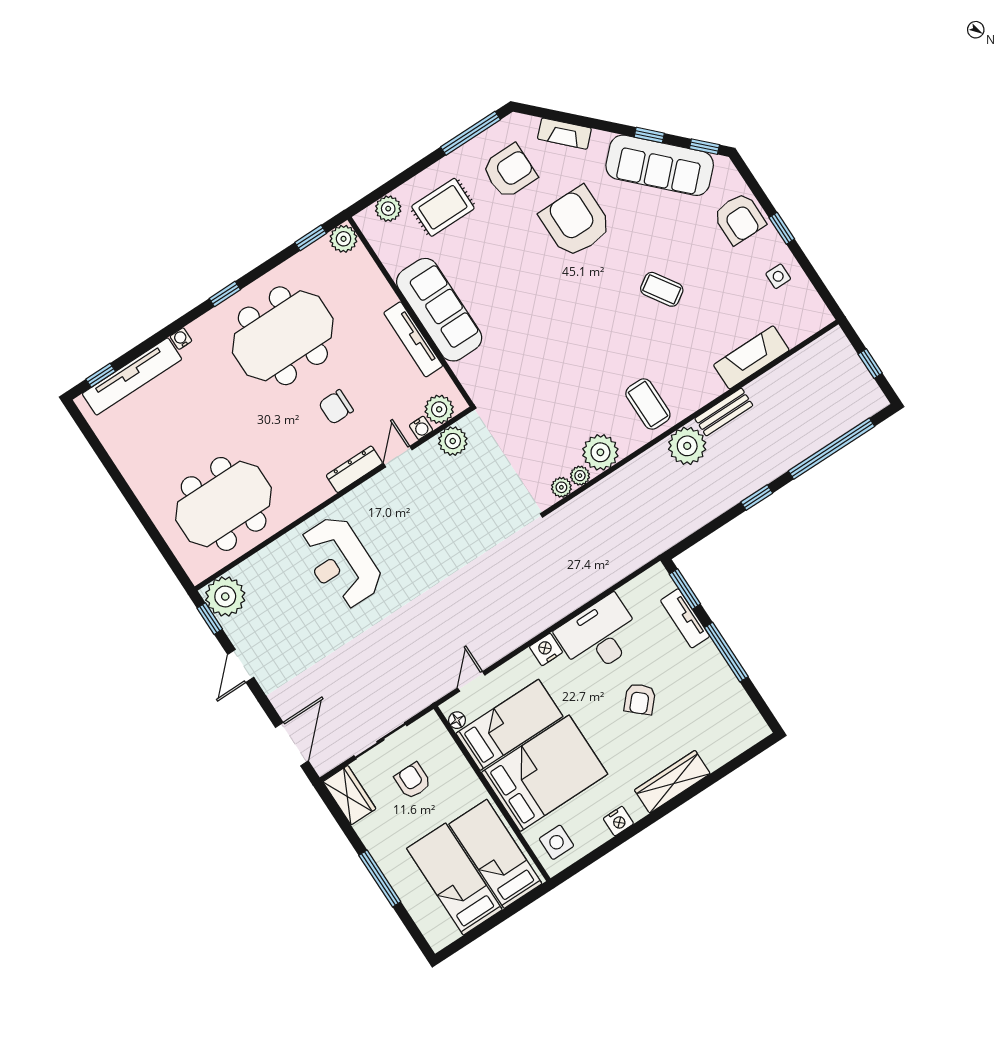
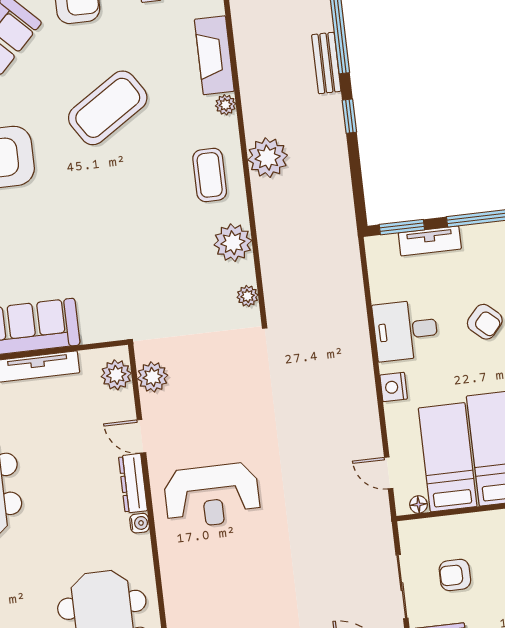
coffee table: (662, 289) -> (108, 108), width x1.86, depth x1.72
coffee table: (648, 404) -> (210, 175), turned 90
chair: (336, 407) -> (65, 471), removed
bench: (724, 412) -> (326, 63), moved
water cooler: (421, 428) -> (140, 523), moved
plant: (580, 476) -> (226, 105), moved
reception desk: (340, 562) -> (212, 496), moved
desk: (599, 636) -> (406, 330), width x0.73

